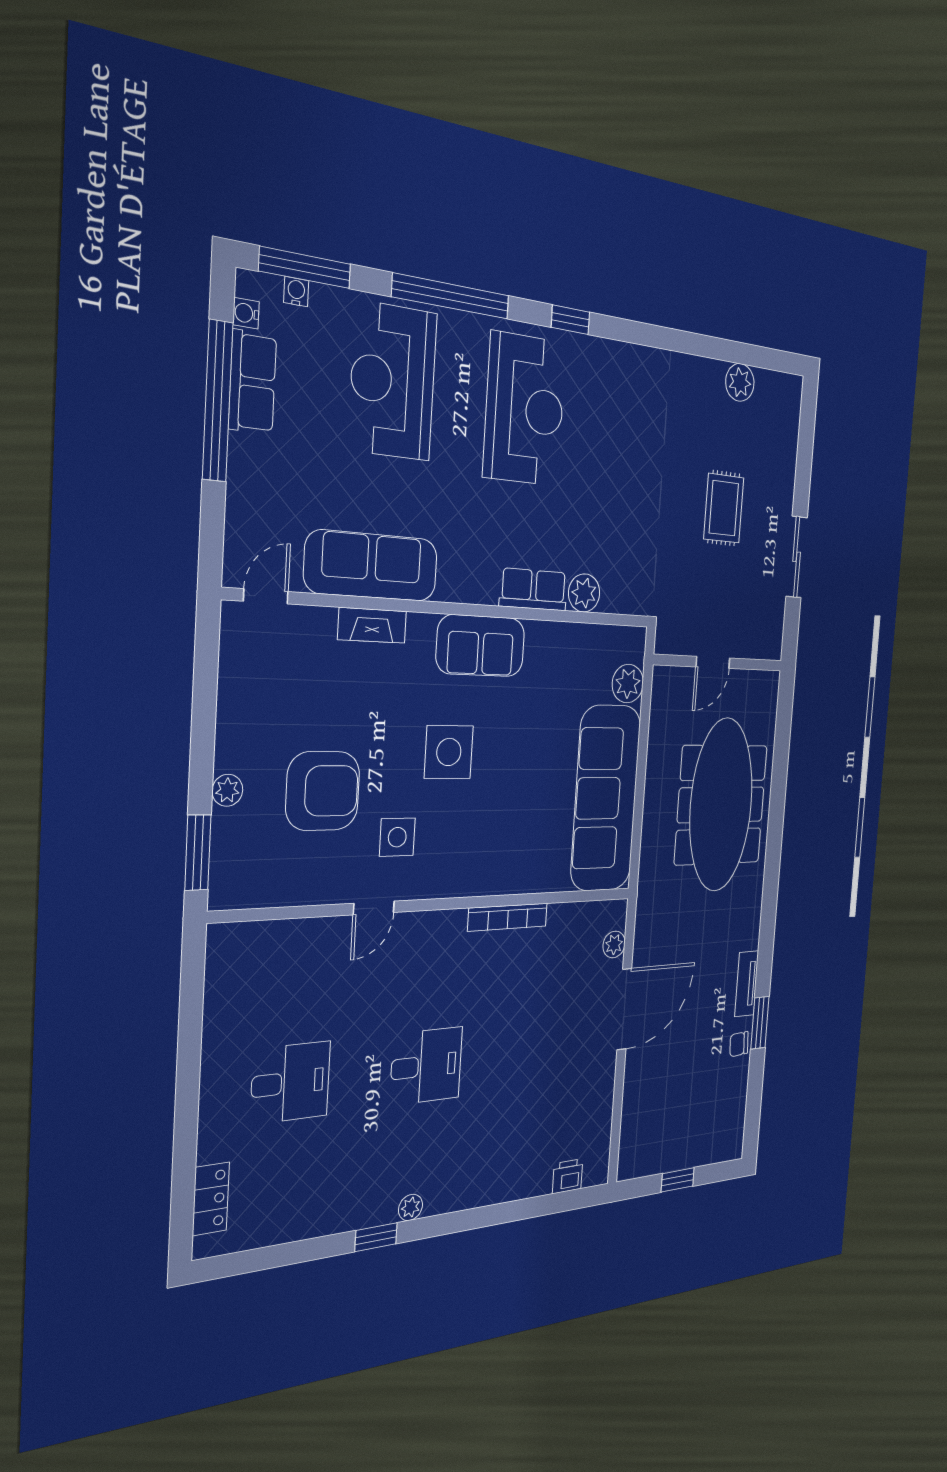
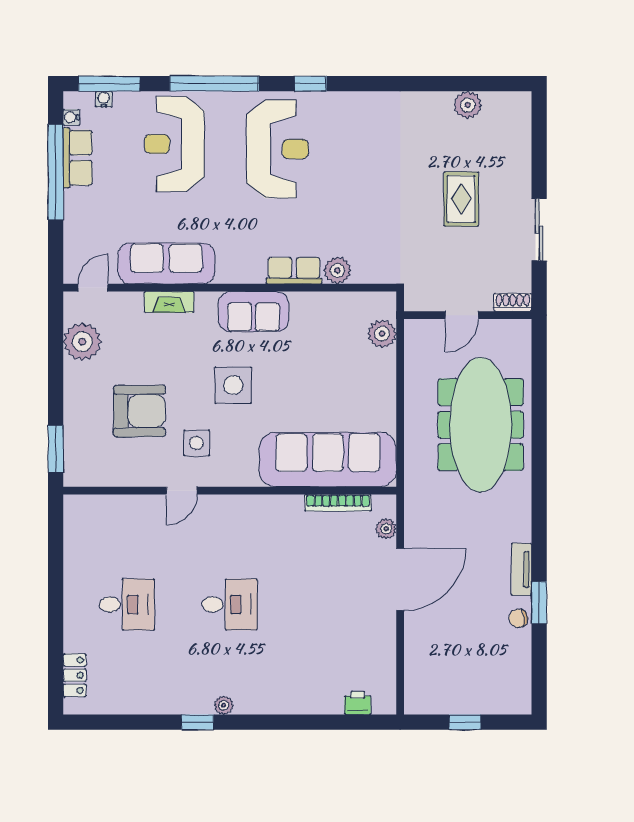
shoe rack: (764, 648) -> (513, 302), added
plant: (227, 790) -> (82, 342), moved, width x1.87, depth x1.87
sofa: (606, 798) -> (328, 460), moved, turned 90
bookcase: (508, 917) -> (338, 503), moved

